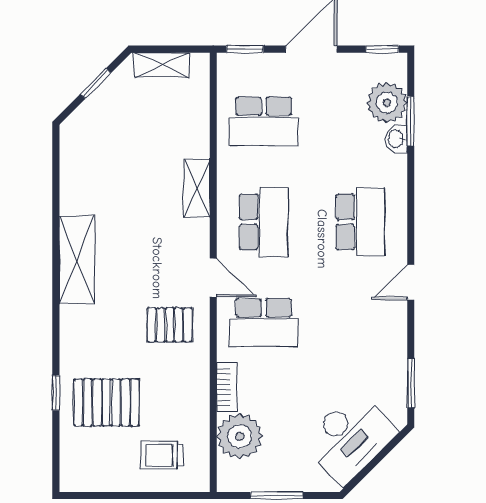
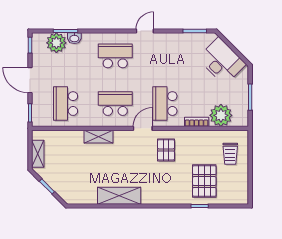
school desk: (264, 121) -> (66, 104), turned 180
shelving: (77, 260) -> (119, 196), moved
door: (411, 282) -> (145, 31), swing flipped
school desk: (264, 323) -> (165, 104), turned 180

